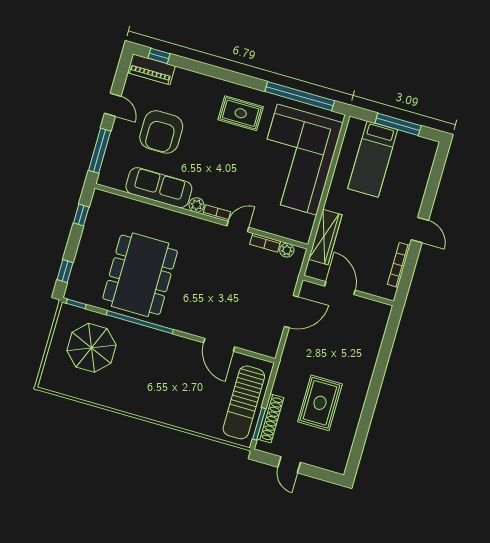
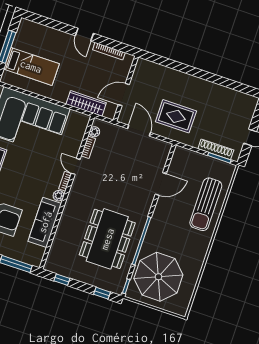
door: (420, 230) -> (84, 35), swing flipped
dining table: (140, 275) -> (107, 239), turned 90
parasol: (91, 348) -> (158, 277), width x1.36, depth x1.36
sun lounger: (244, 402) -> (206, 204), moved, turned 90
rug: (320, 403) -> (176, 116), moved

